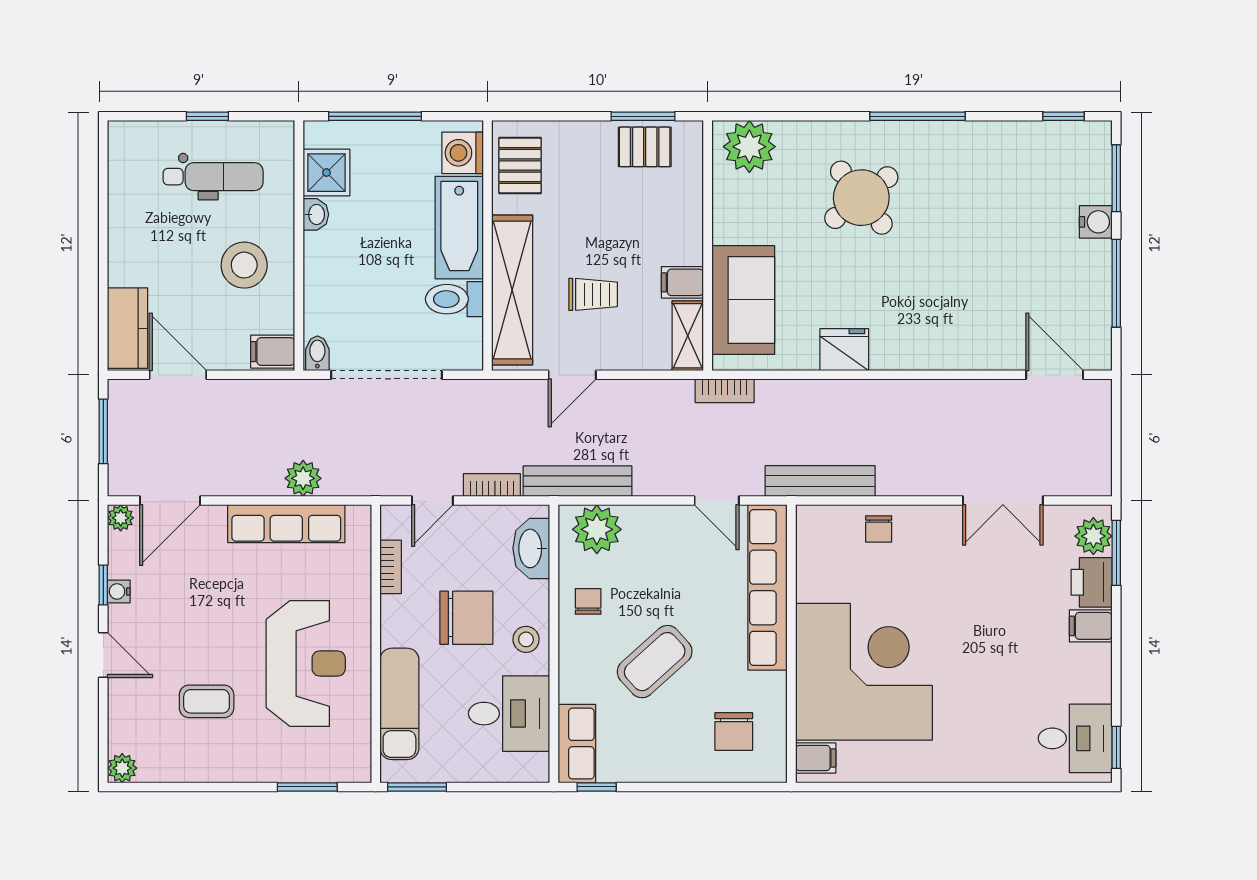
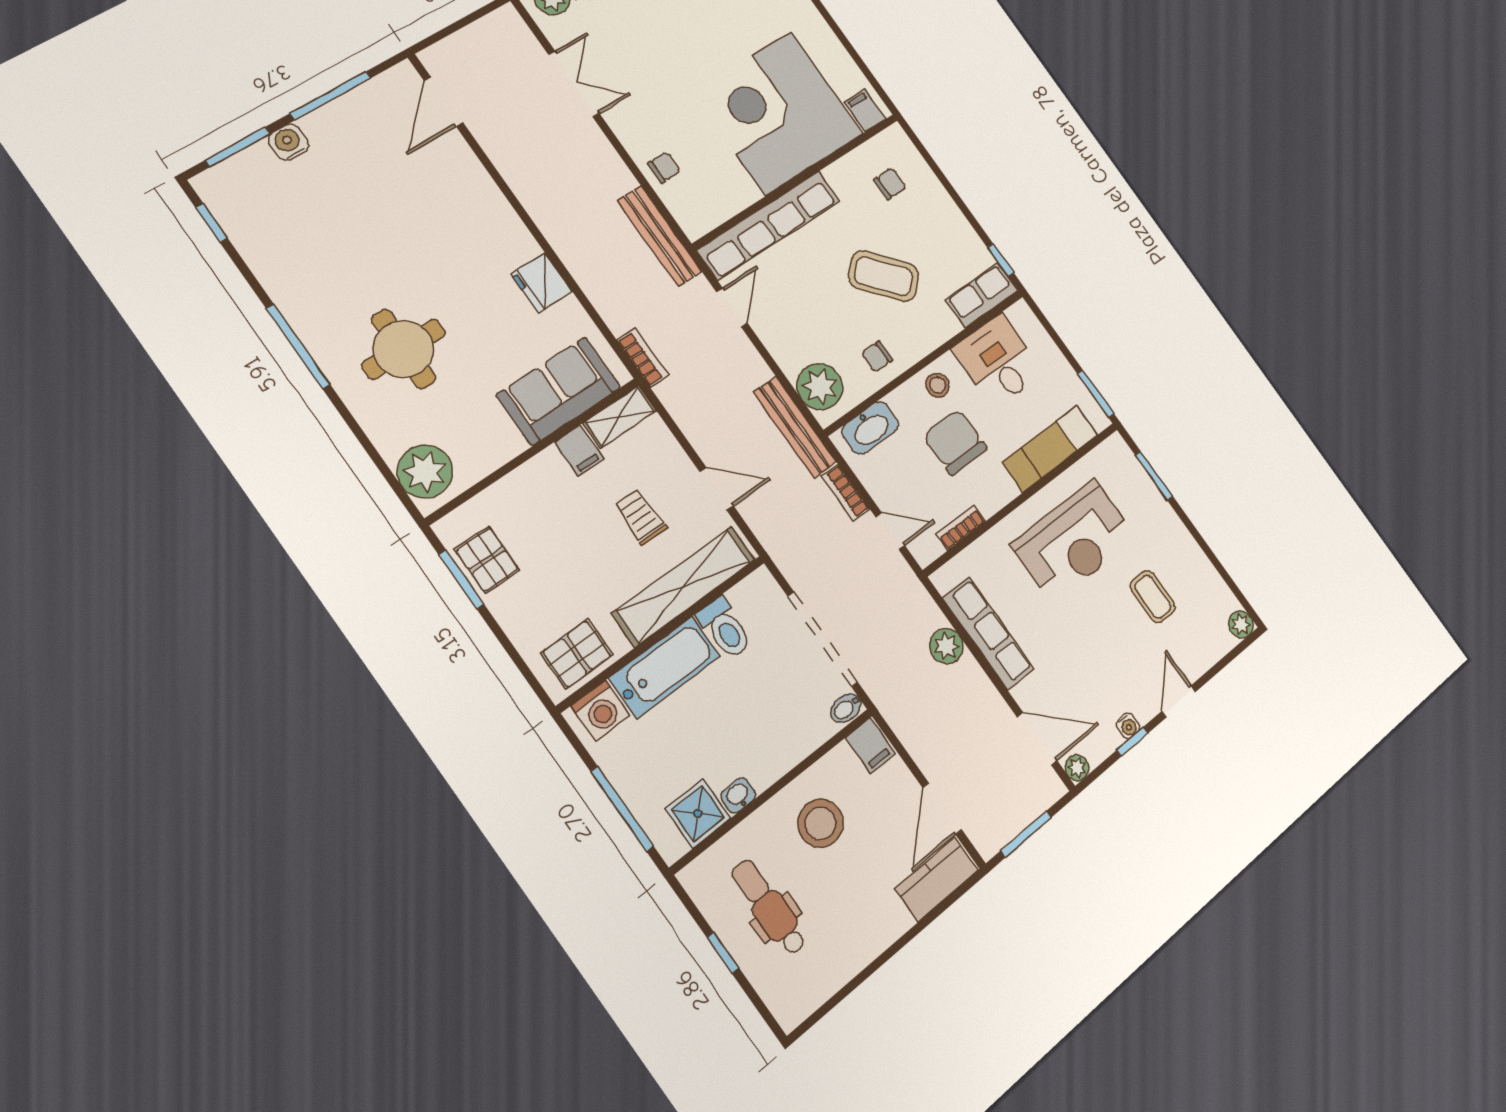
round table: (861, 198) -> (404, 349), turned 38
reception desk: (306, 664) -> (1074, 541), turned 180
chair: (734, 731) -> (890, 184), width x0.73, depth x0.73

